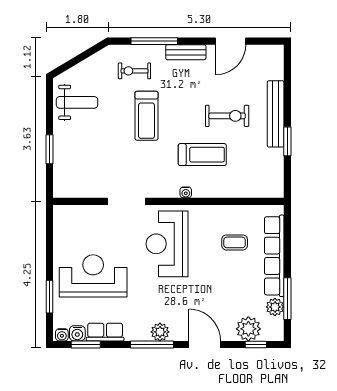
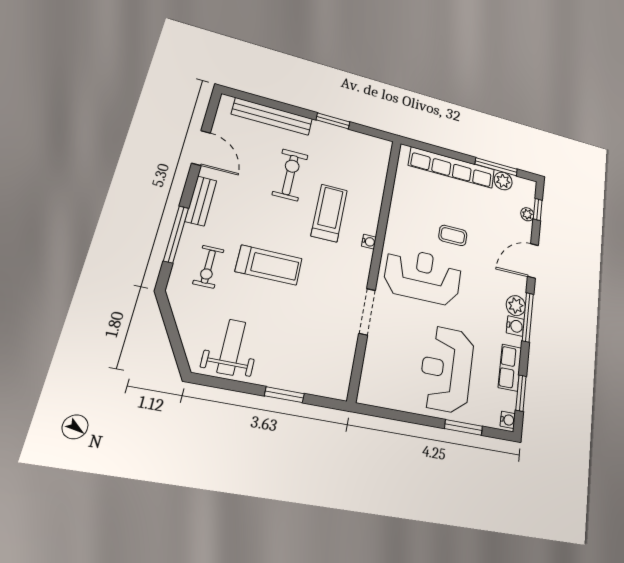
bench: (276, 114) -> (272, 116), moved
coffee table: (235, 242) -> (453, 235), moved, turned 90
reception desk: (167, 244) -> (423, 276), turned 180
plant: (248, 329) -> (527, 214), width x0.53, depth x0.53
water cooler: (77, 333) -> (515, 326), moved

